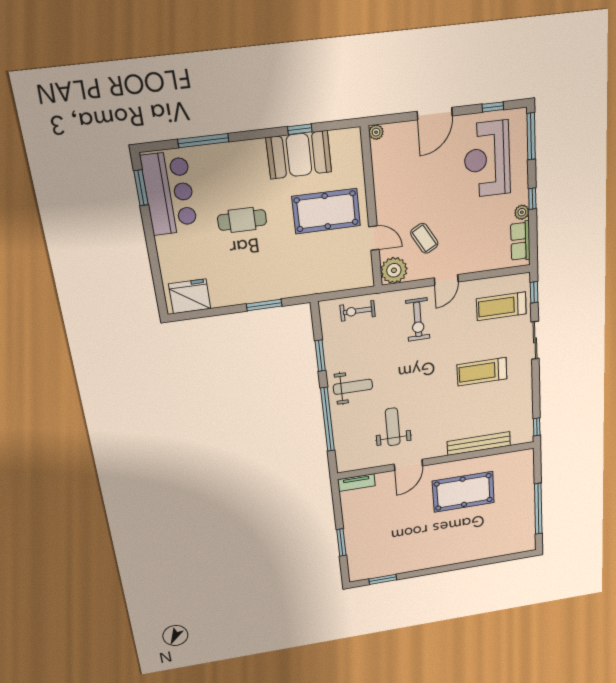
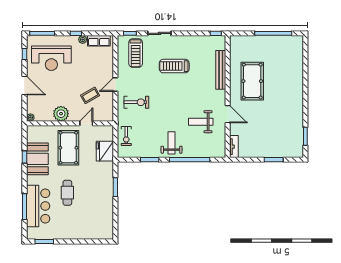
bar counter: (169, 193) -> (38, 206), moved, turned 90
plant: (394, 270) -> (61, 114), moved
door: (446, 280) -> (115, 84), swing flipped
fridge: (190, 296) -> (105, 151), moved
treadmill: (482, 372) -> (174, 66), turned 90

